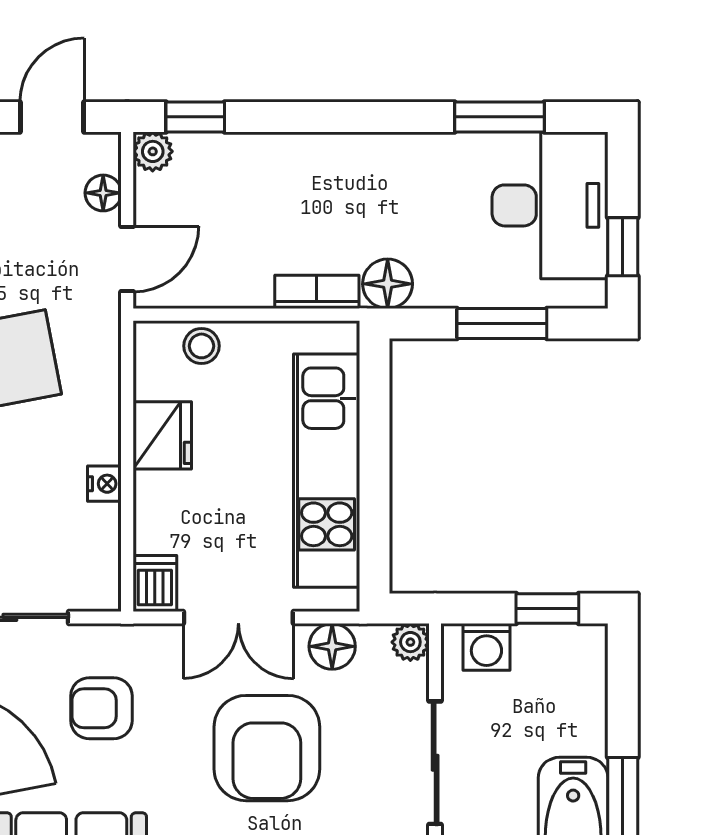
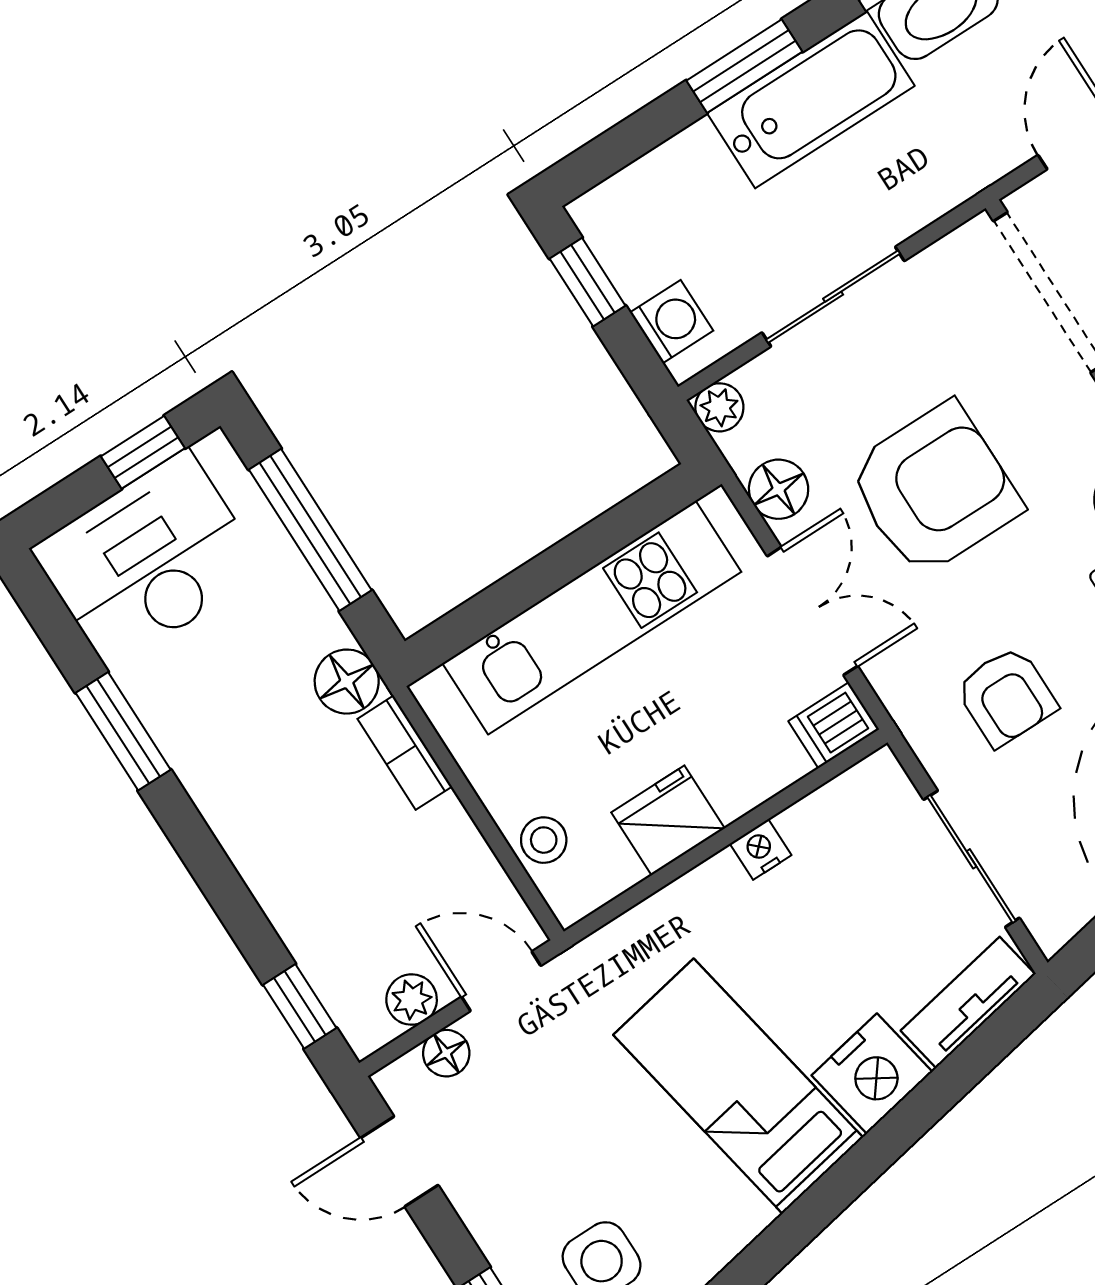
window: (500, 117) -> (123, 731), moved
plant: (153, 151) -> (412, 1000), moved
window: (502, 324) -> (310, 530), width x1.44

